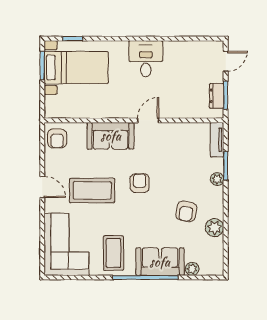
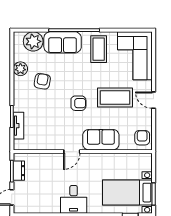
tv unit: (217, 140) -> (19, 126), moved
plant: (217, 179) -> (18, 106), removed
armchair: (140, 183) -> (78, 103), turned -90
plant: (192, 269) -> (33, 41), width x1.87, depth x1.87

